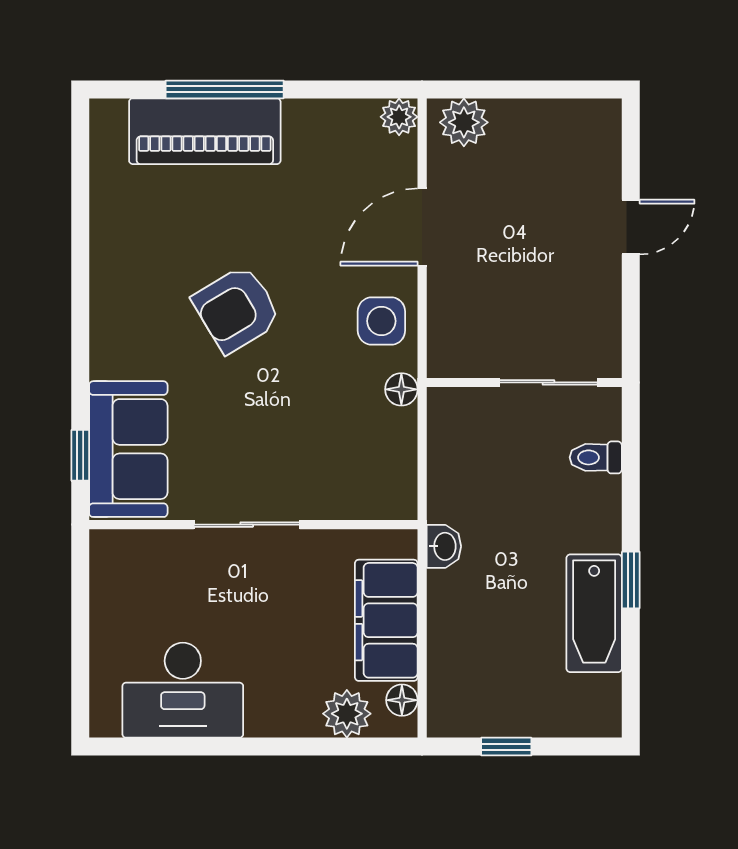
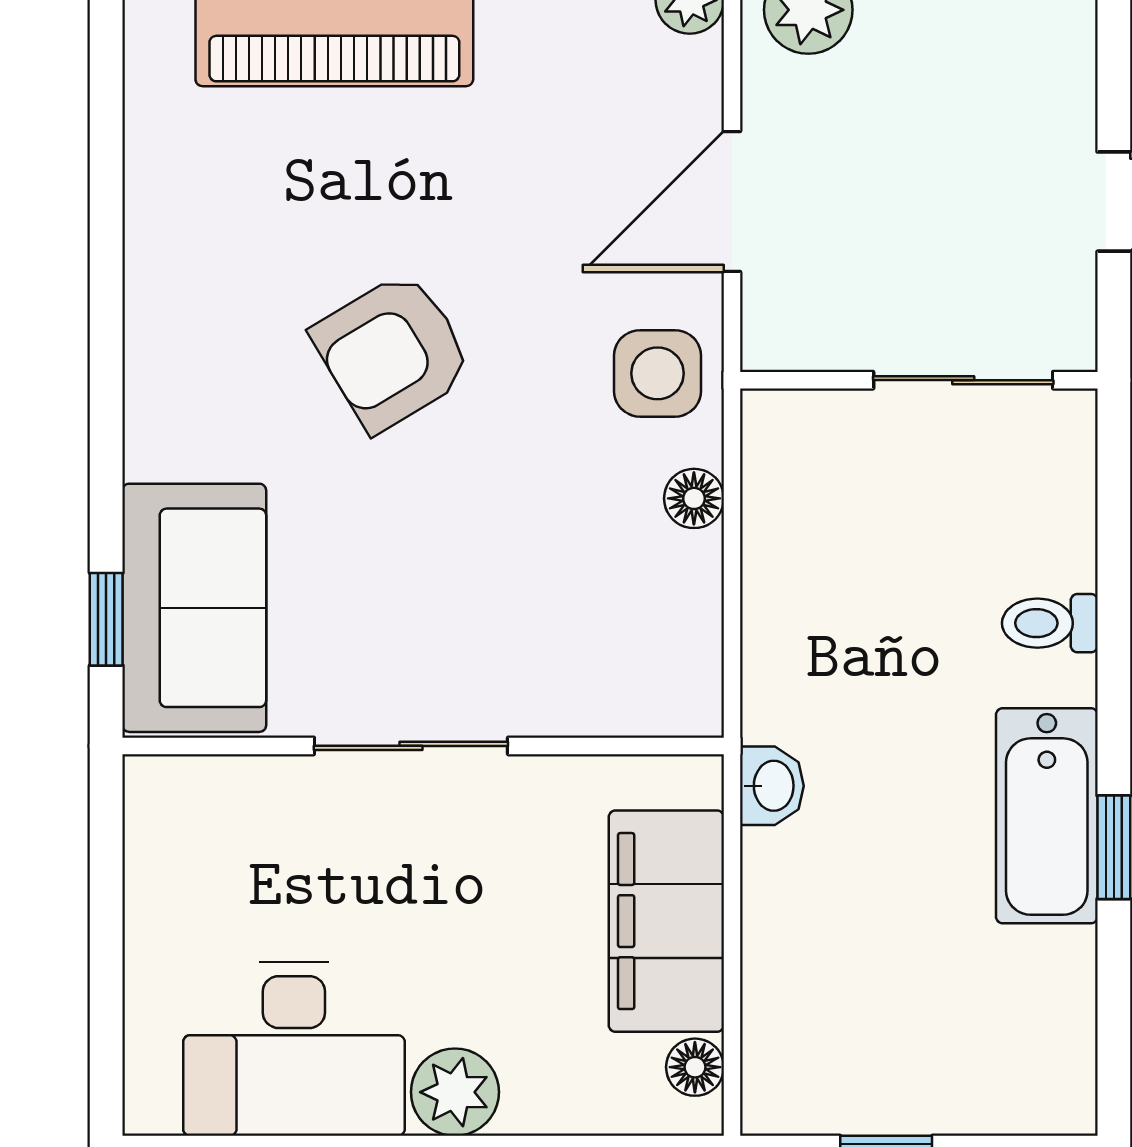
wall: (524, 382) -> (919, 380), moved
sliding door: (548, 382) -> (963, 380), moved
bathtub: (594, 613) -> (1047, 816), moved
plant: (347, 714) -> (455, 1092), moved

